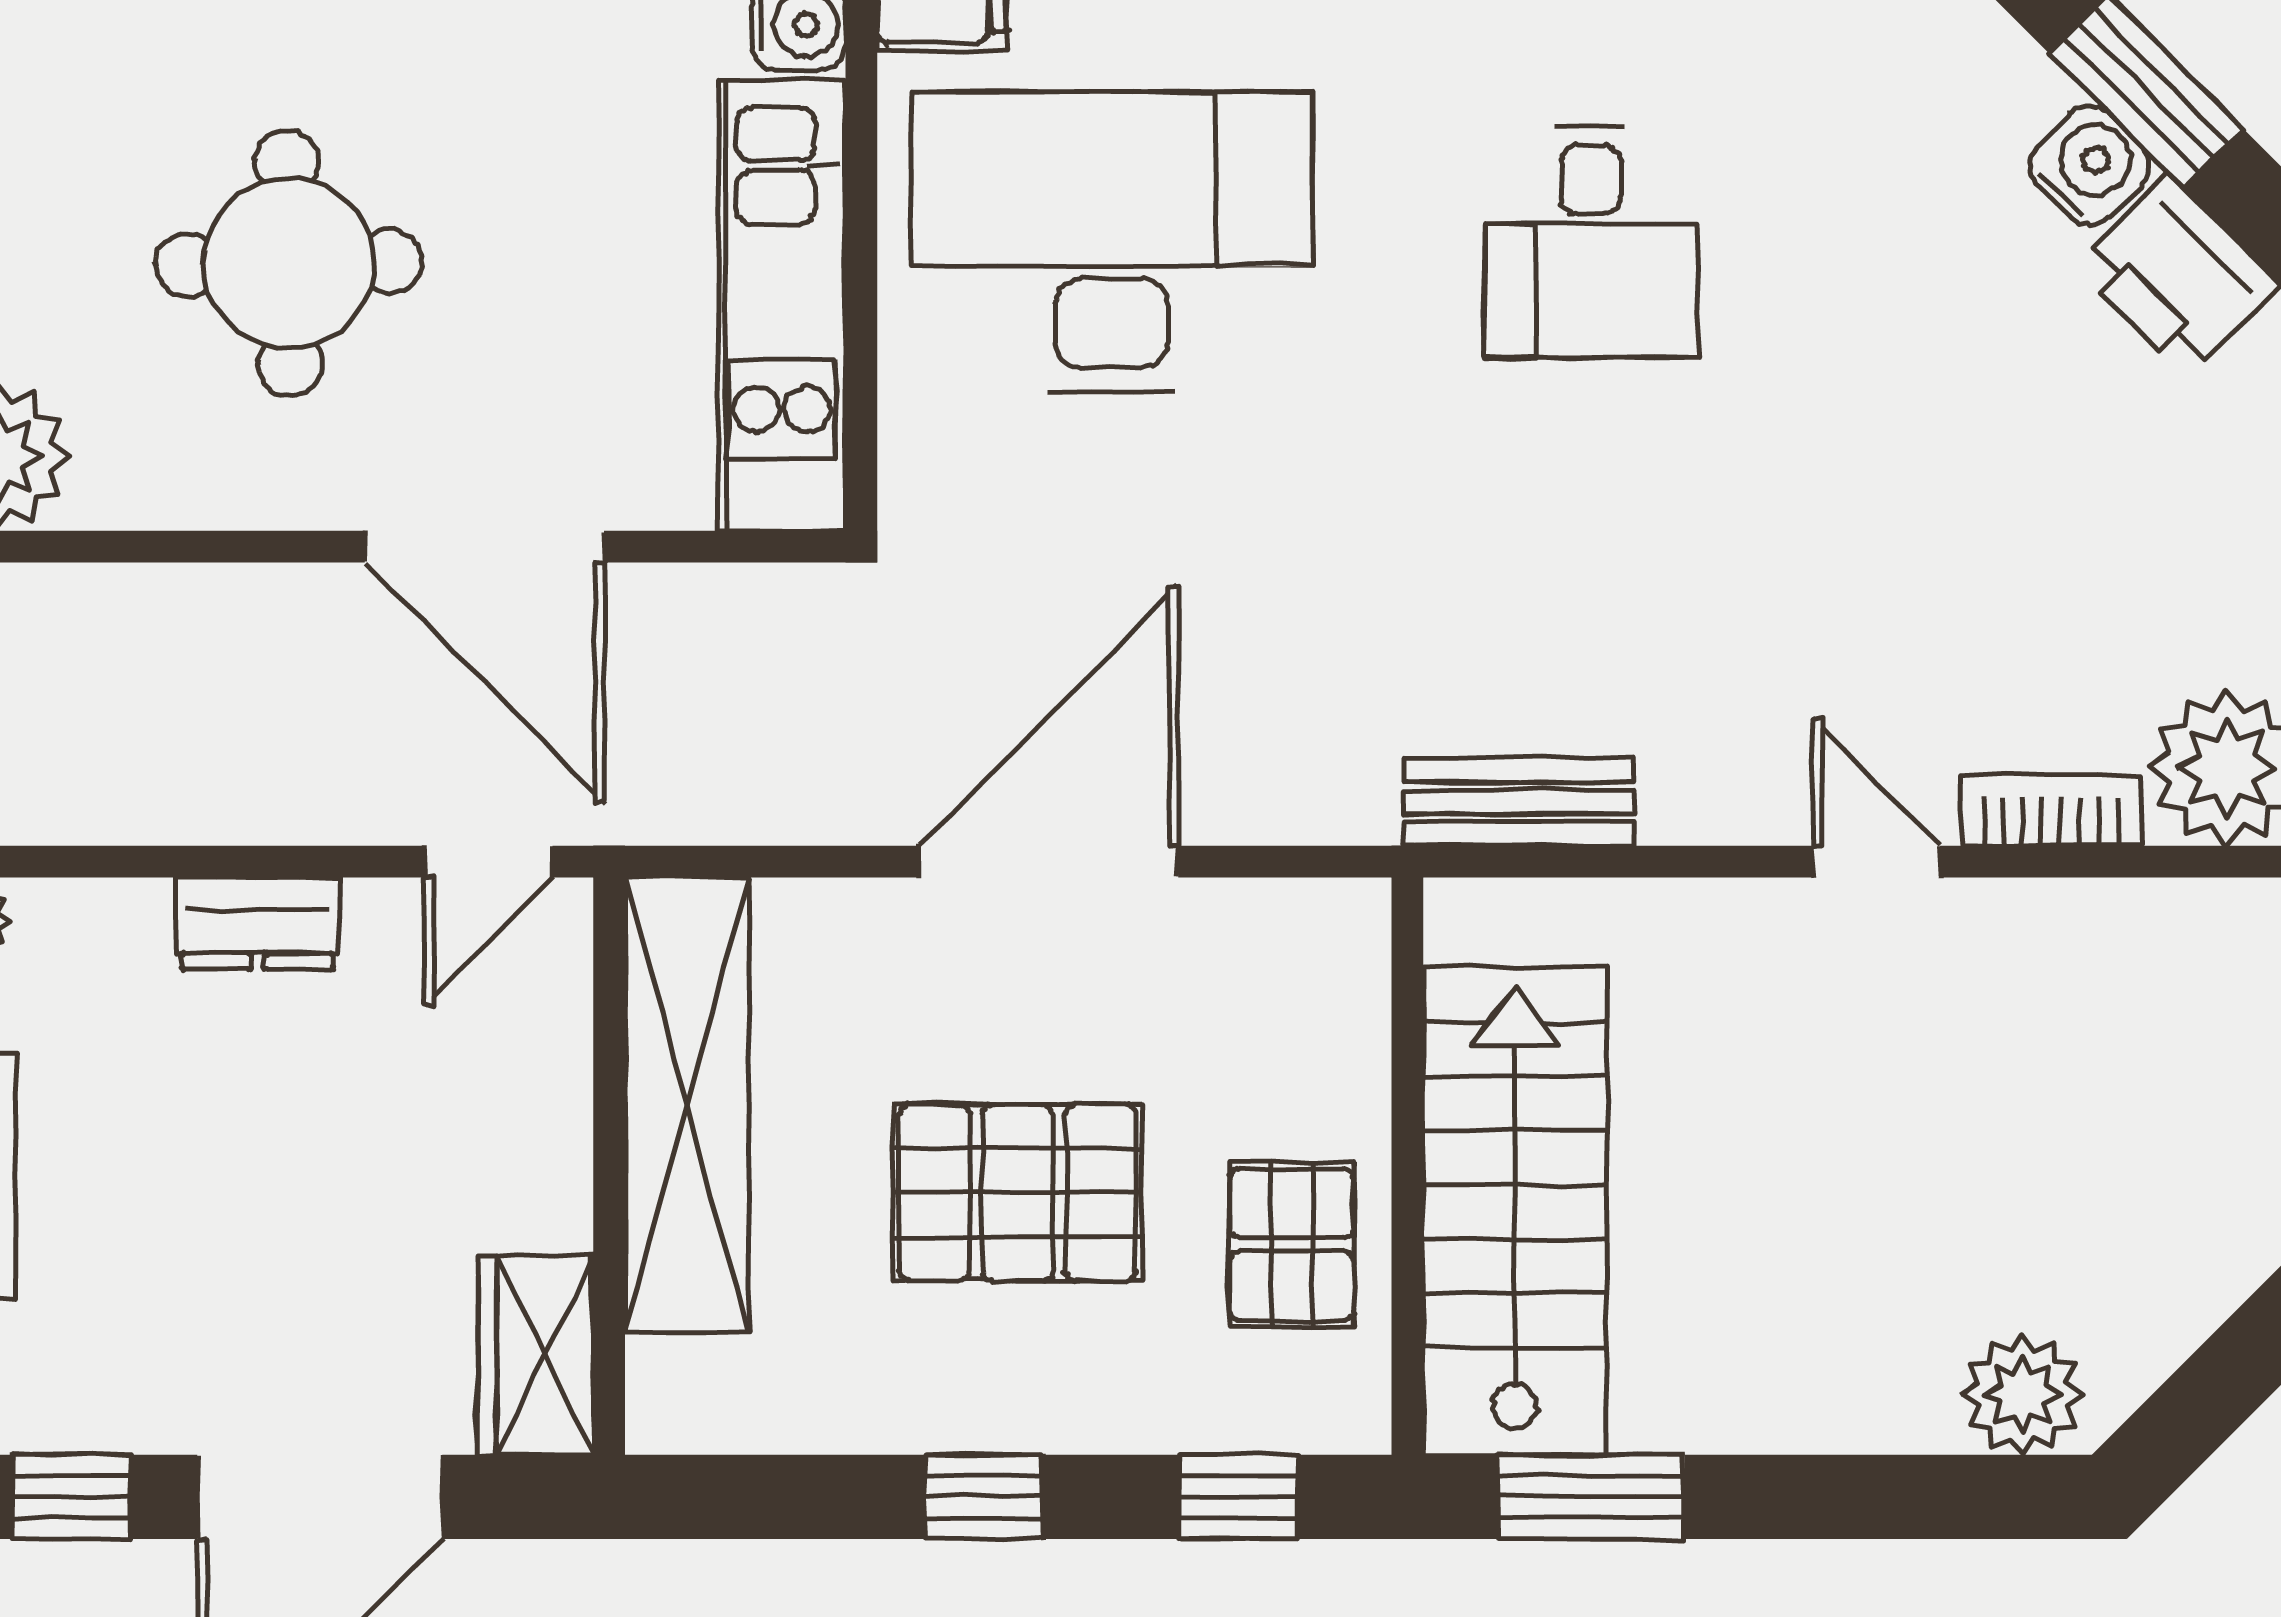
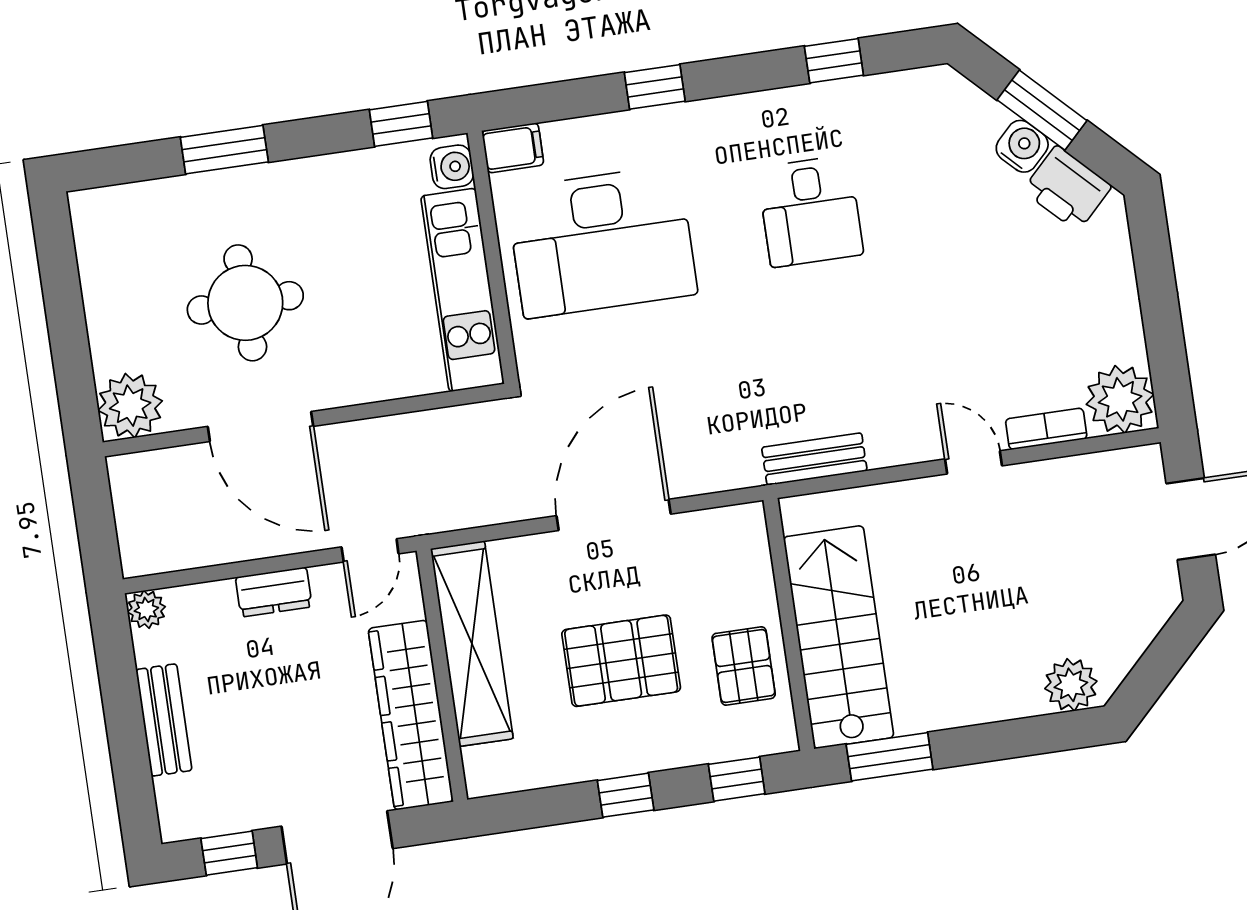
desk: (1112, 242) -> (602, 242), turned 180
door: (484, 547) -> (261, 426), moved
wardrobe: (536, 1355) -> (411, 715), width x2.10, depth x1.17

